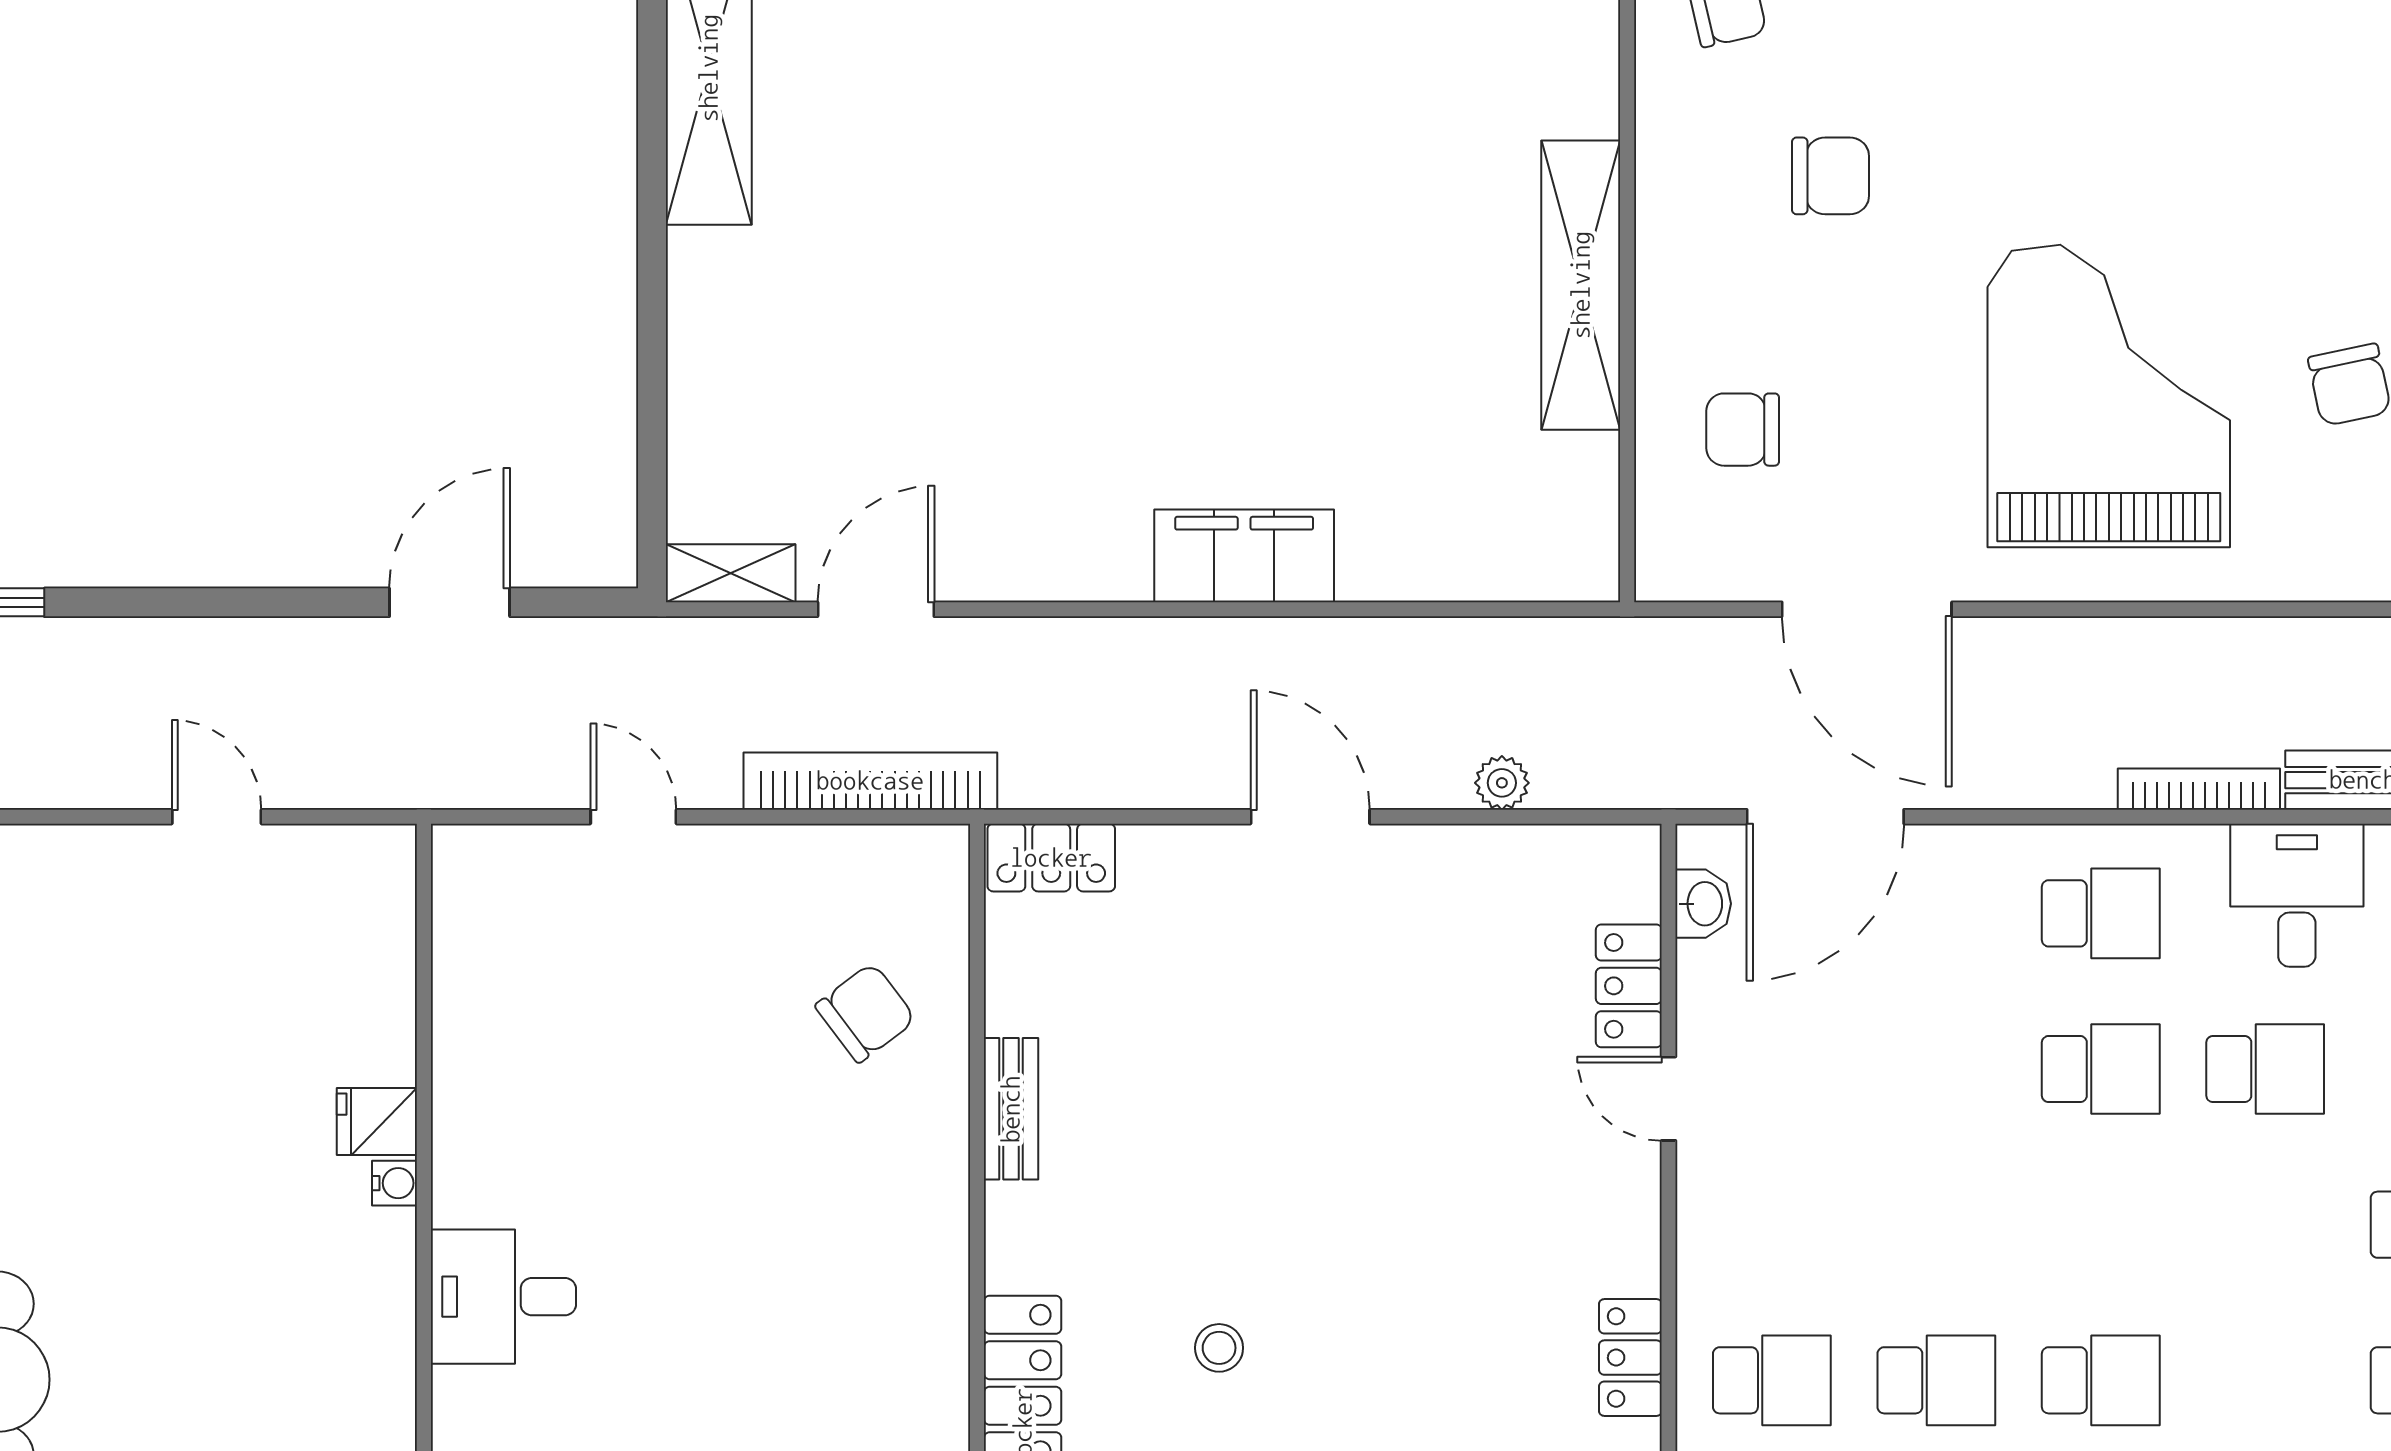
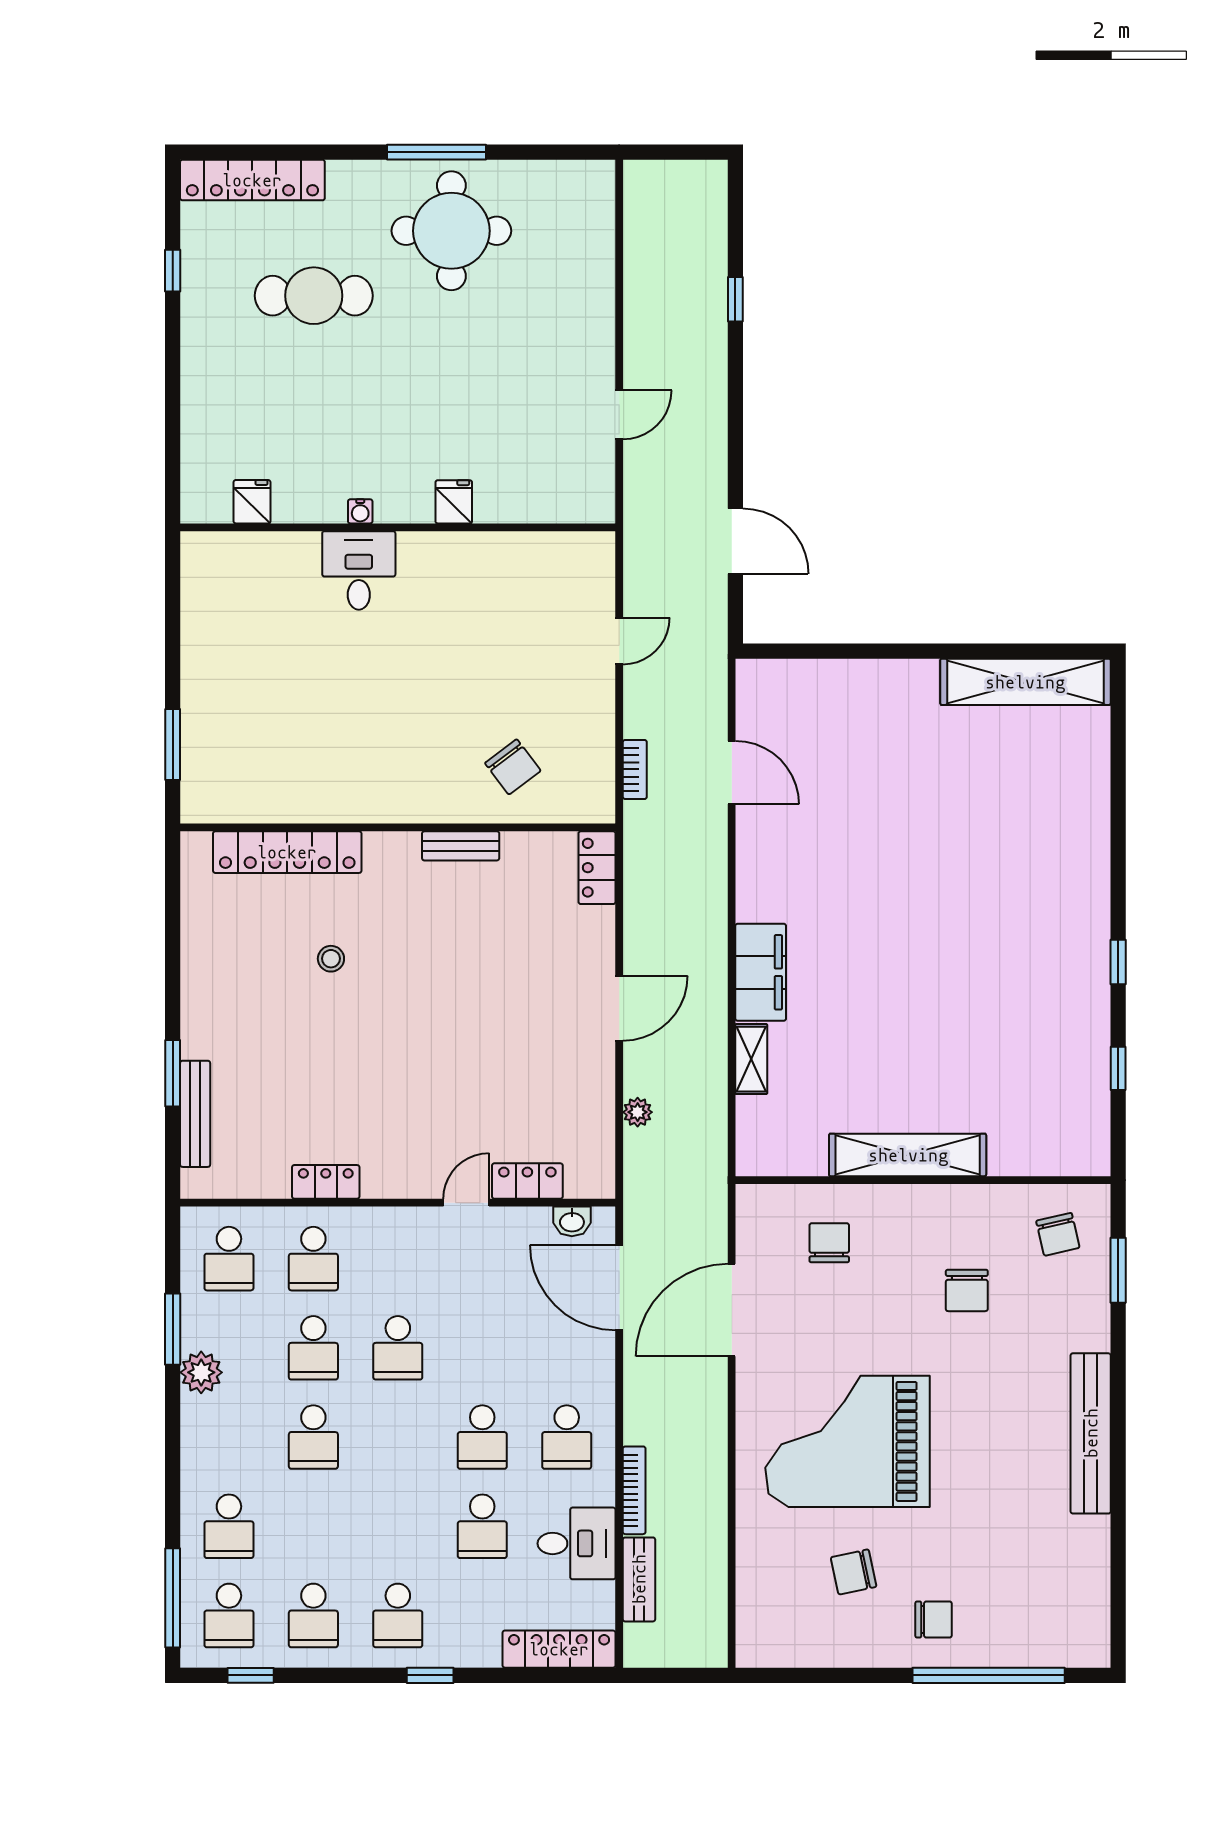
grand piano: (2109, 396) -> (847, 1441), turned 180
shelving: (731, 573) -> (751, 1059), moved
bookcase: (870, 781) -> (635, 769), width x0.43, depth x0.76
water cooler: (395, 1183) -> (360, 511), moved
school desk: (1936, 1225) -> (398, 1348), added

